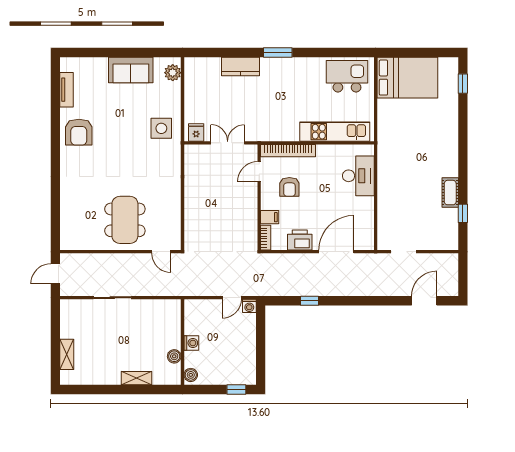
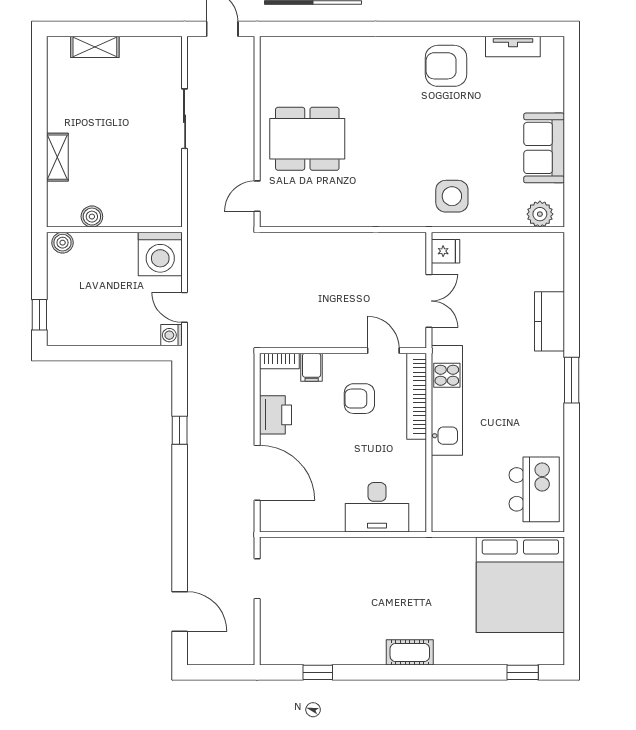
bed: (407, 78) -> (520, 585), width x1.36
kitchen unit: (335, 132) -> (447, 400), moved
cot: (450, 193) -> (410, 652), moved
washing machine: (191, 343) -> (160, 254), moved, width x1.89, depth x1.89

